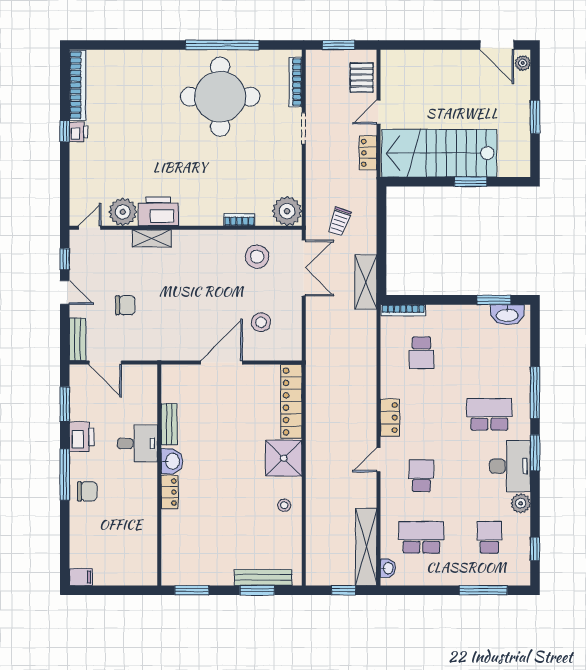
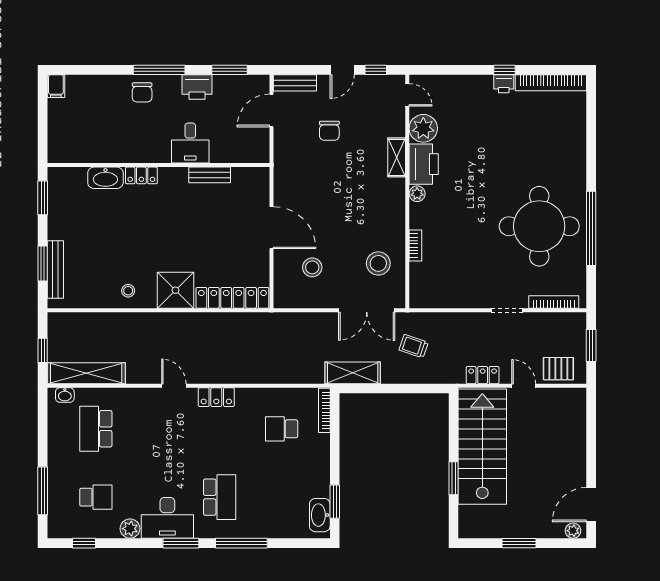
plant: (287, 211) -> (417, 194), moved, width x0.53, depth x0.53
washbasin: (172, 461) -> (105, 178), moved, width x1.38
school desk: (421, 476) -> (158, 429), removed
school desk: (421, 537) -> (96, 429), turned 180

